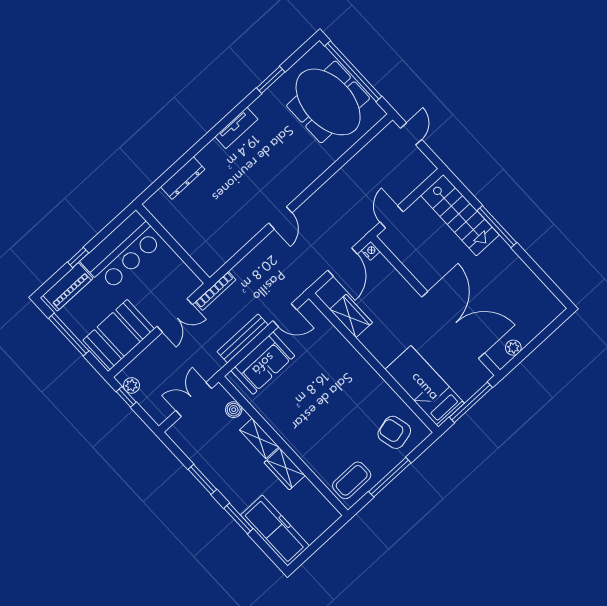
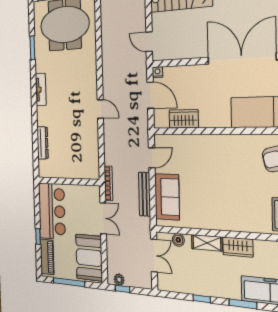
double door: (194, 399) -> (154, 256), swing flipped
window: (202, 479) -> (202, 299), width x0.67

